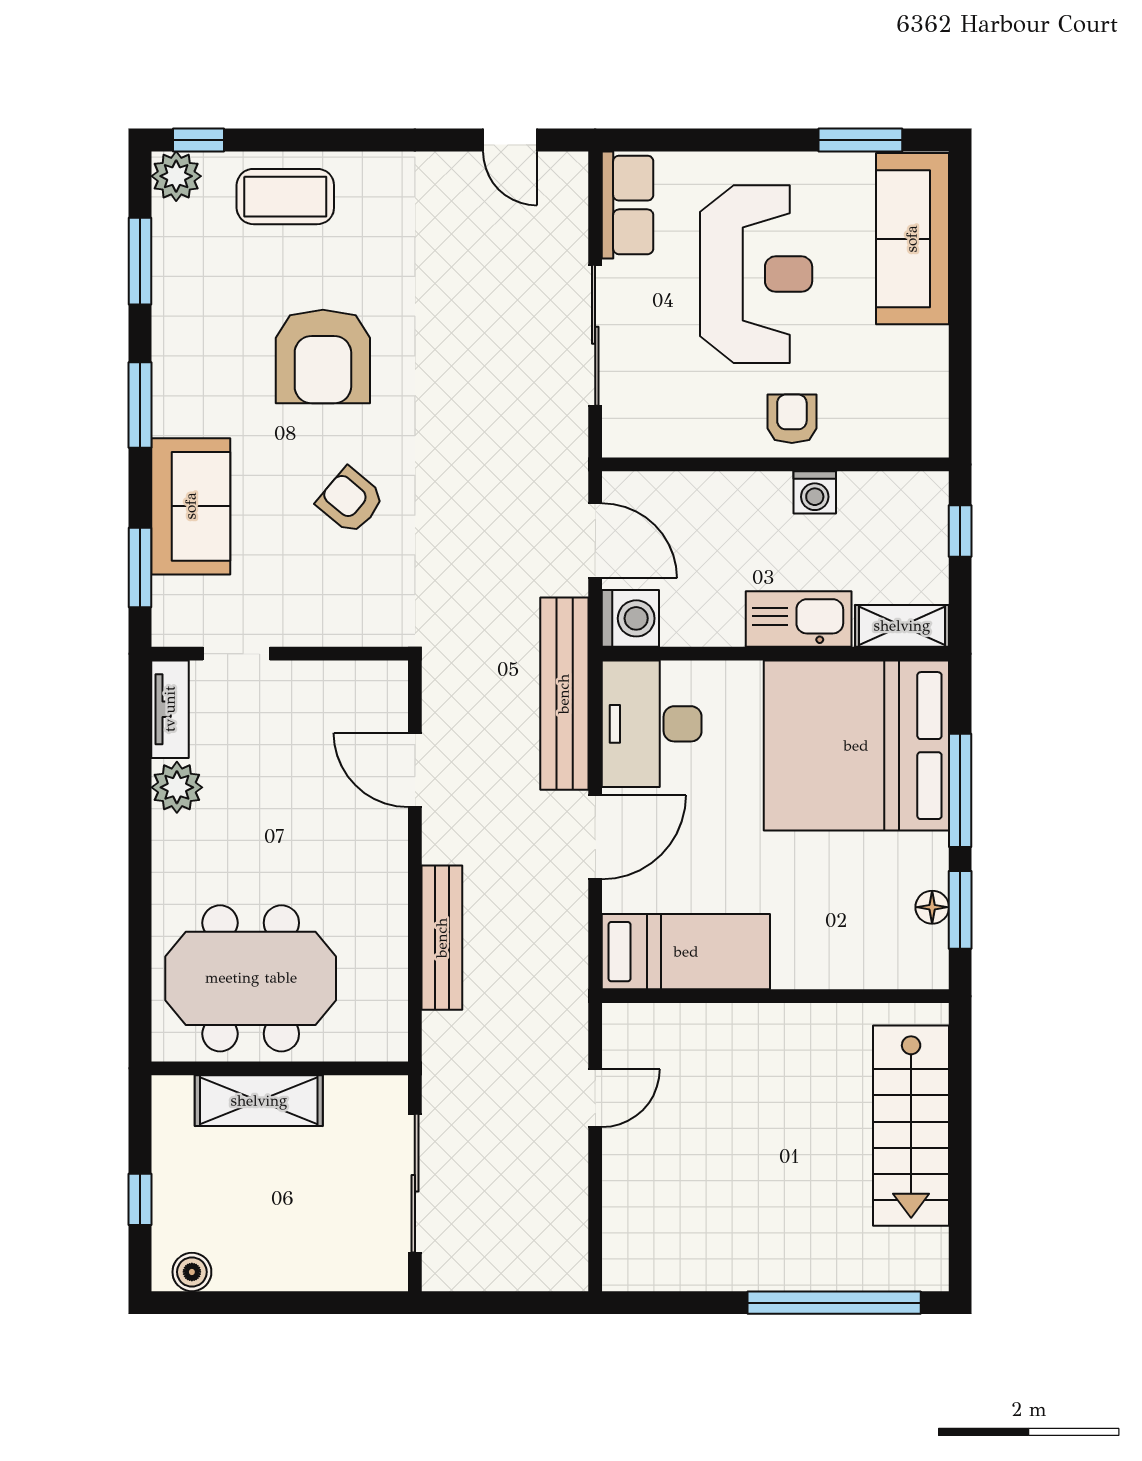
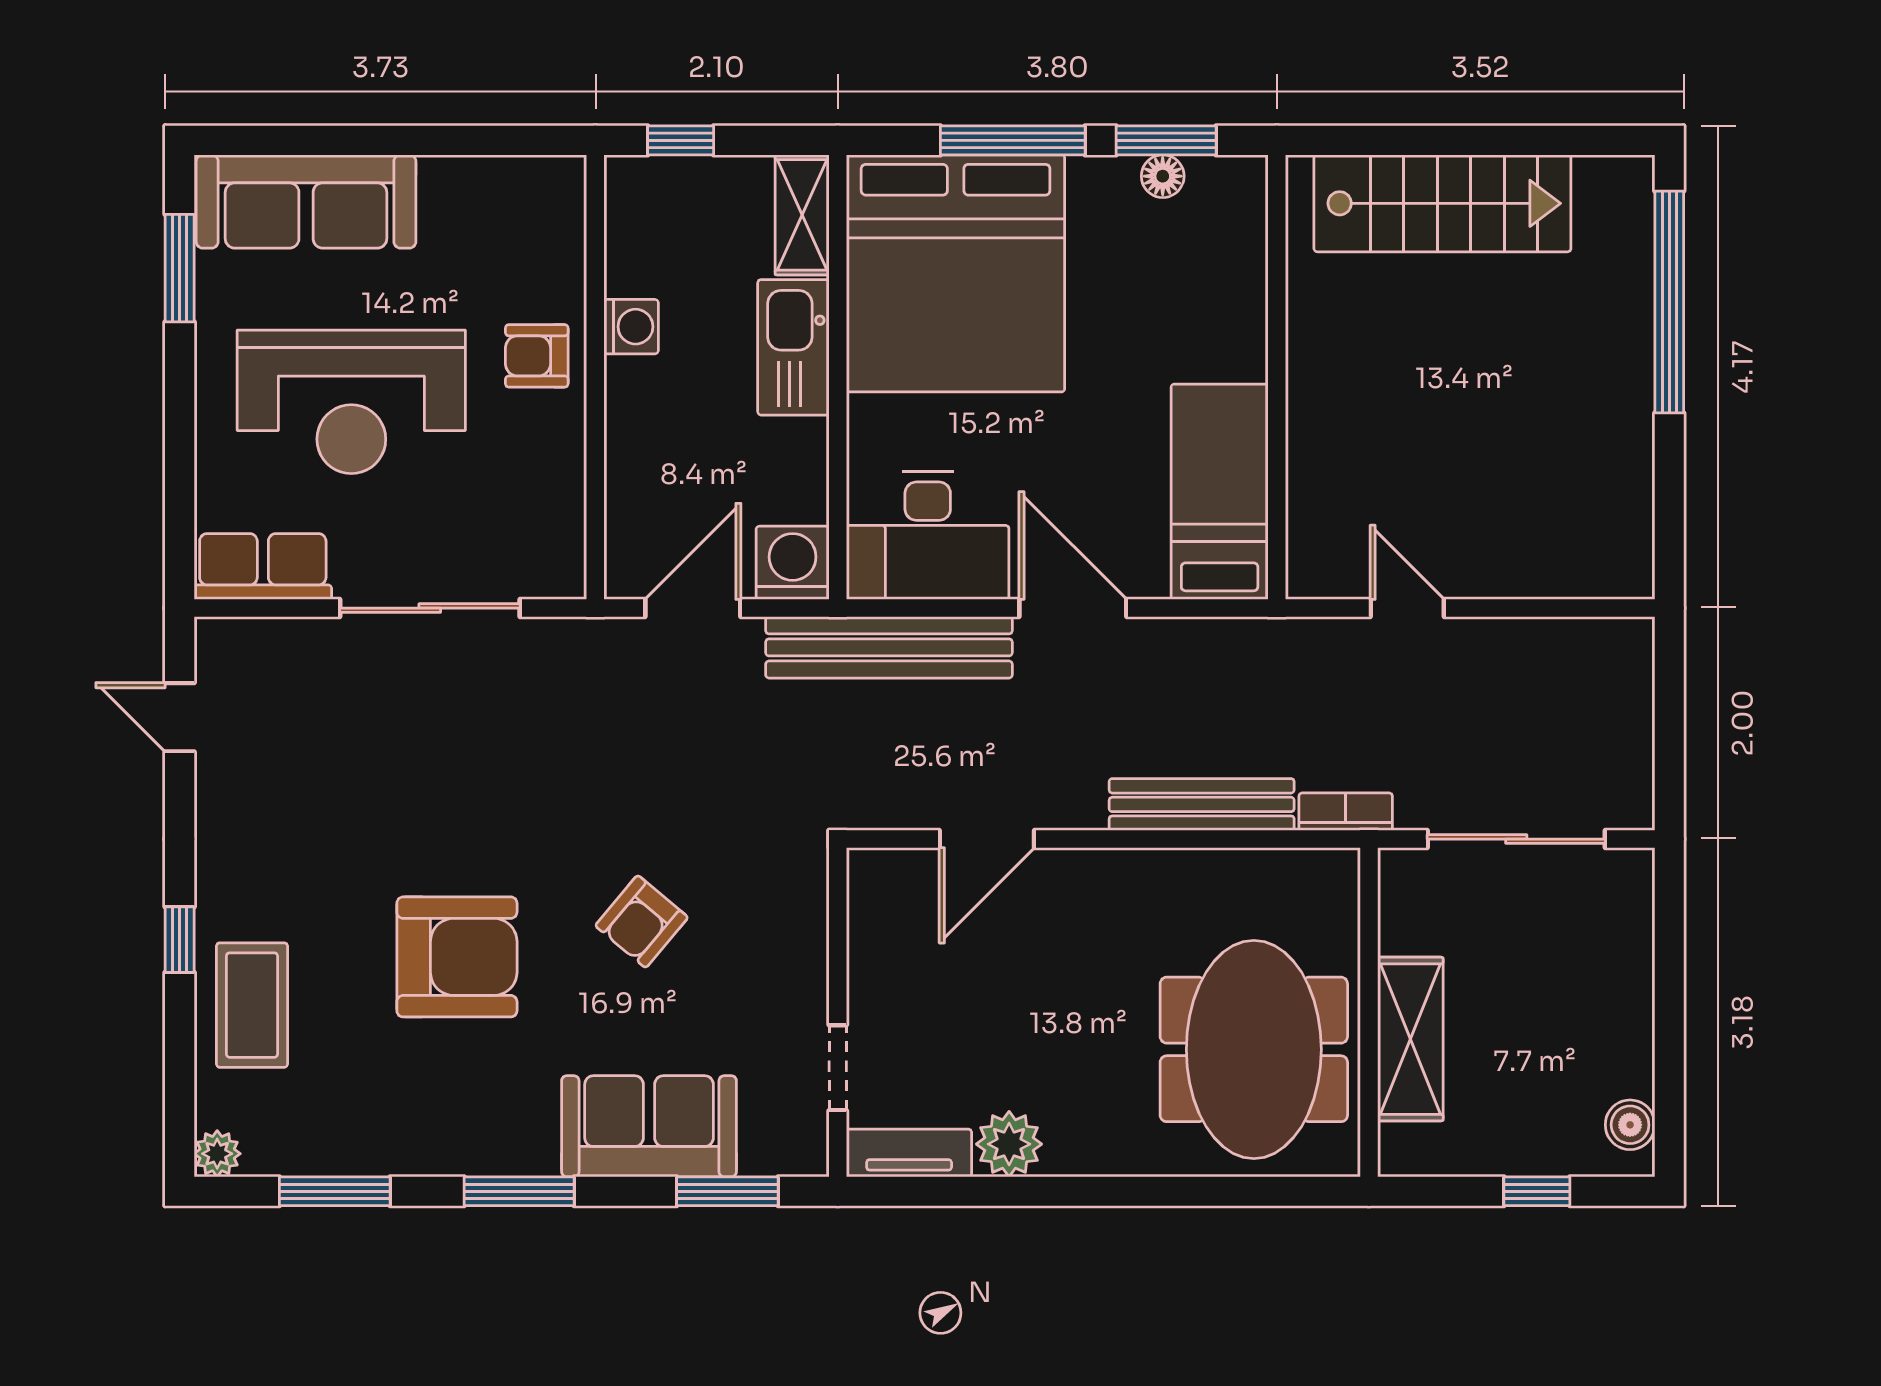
window: (198, 140) -> (180, 940), moved
door: (510, 140) -> (180, 717), swing flipped
plant: (176, 176) -> (217, 1154), width x0.73, depth x0.73
reception desk: (756, 274) -> (351, 402), turned 180
bookcase: (436, 1050) -> (1346, 812), added

